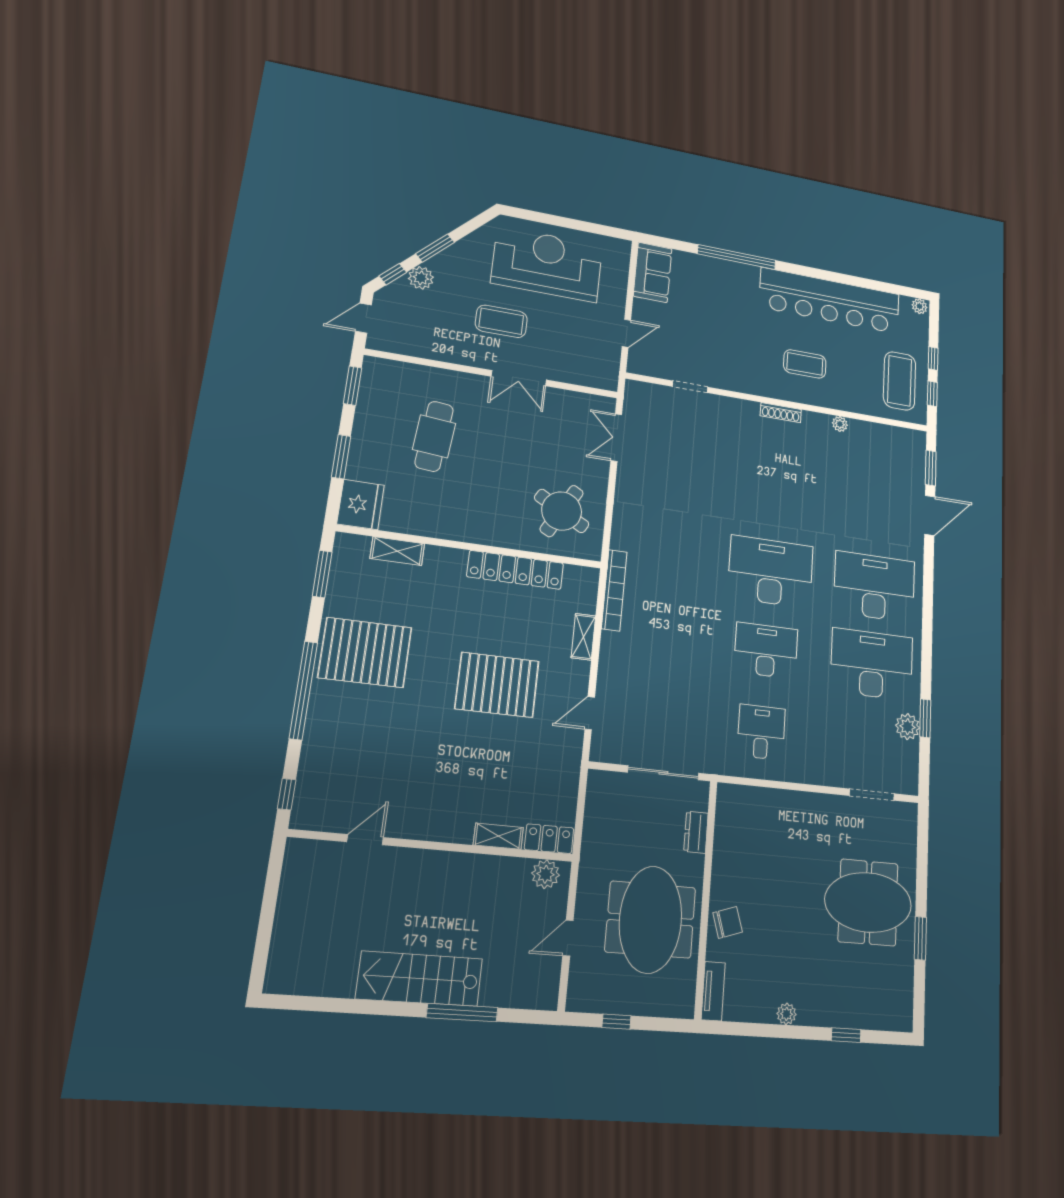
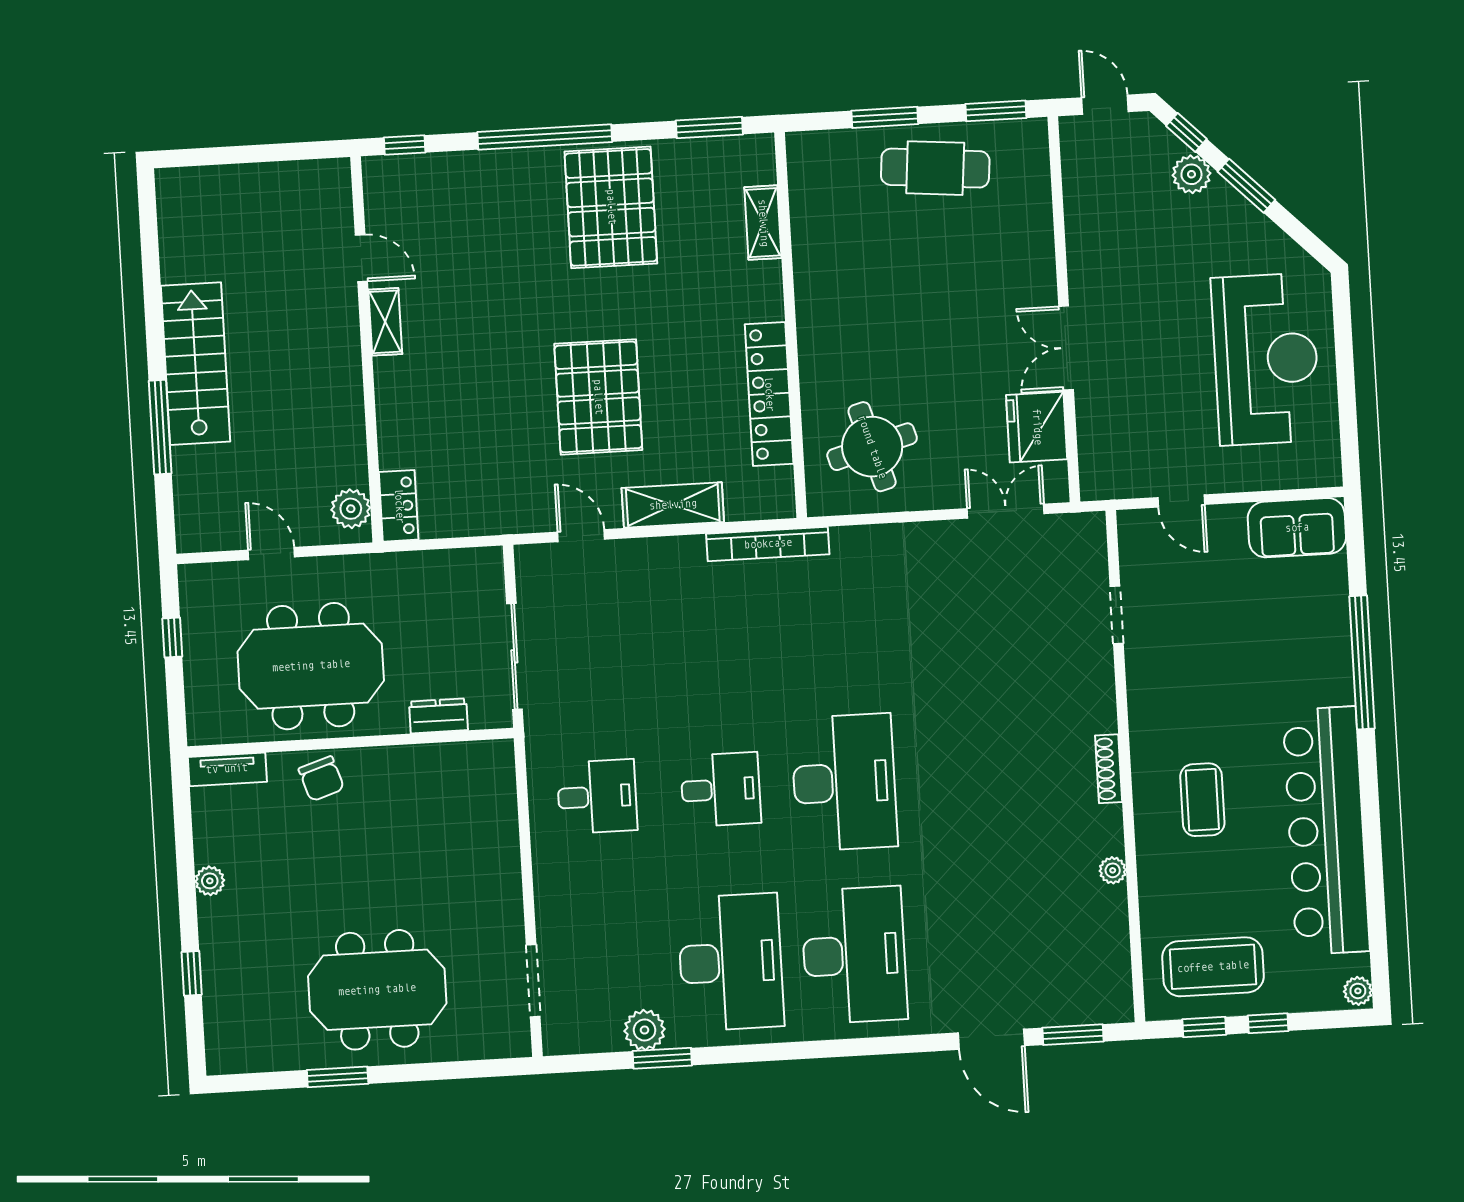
coffee table: (501, 321) -> (1152, 306), removed
cafe table: (434, 436) -> (935, 168), moved
fridge: (361, 505) -> (1037, 427), moved, turned 90
round table: (562, 511) -> (872, 447), turned 45
shelving: (583, 637) -> (673, 505), width x1.50, depth x1.33
desk: (766, 650) -> (721, 789), width x0.73
shelving: (498, 836) -> (385, 322), moved
meeting table: (868, 902) -> (377, 990), turned 90

